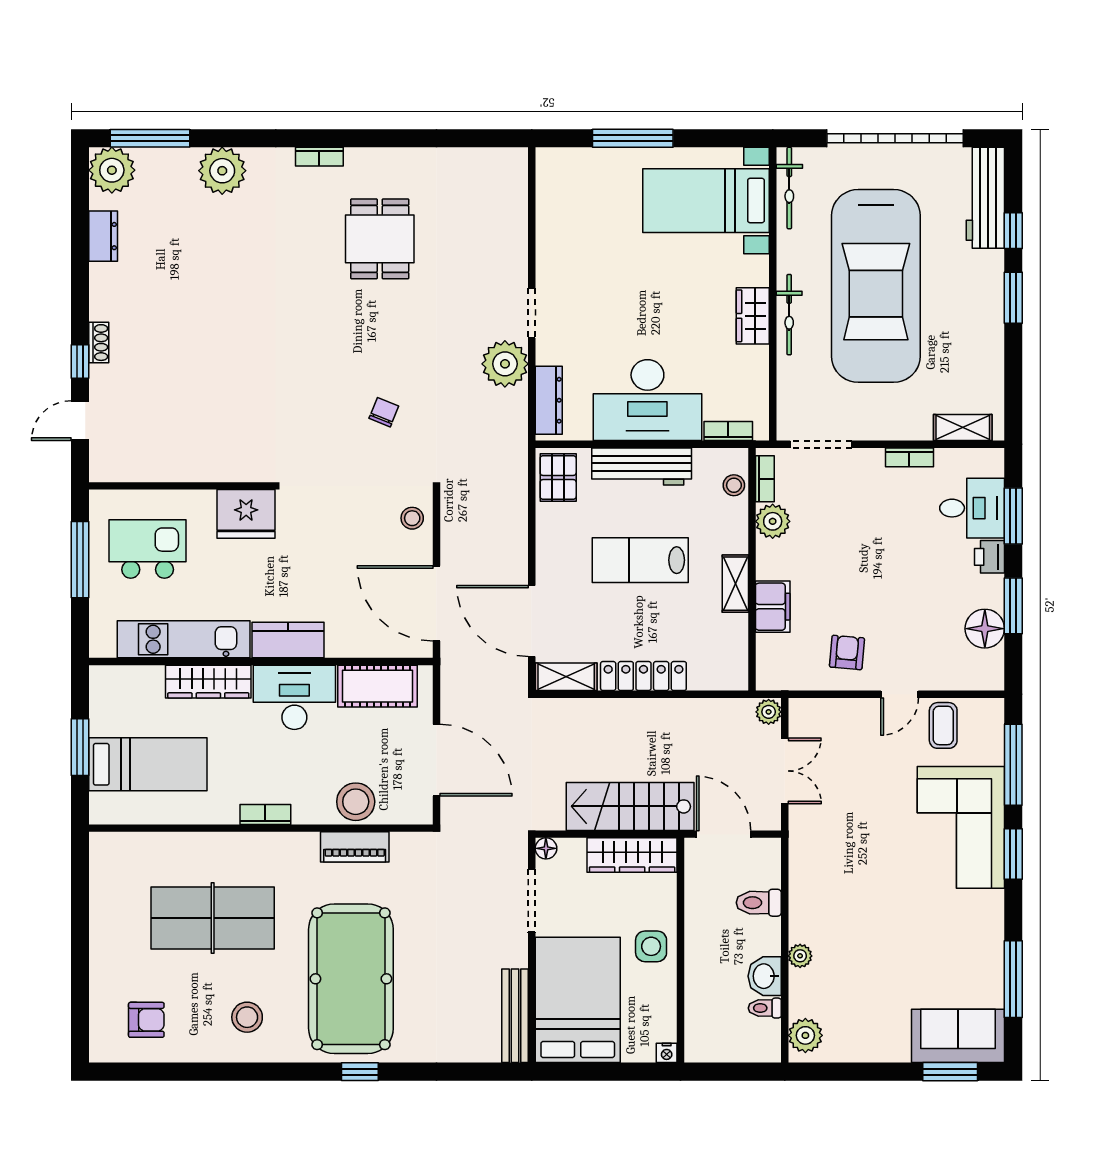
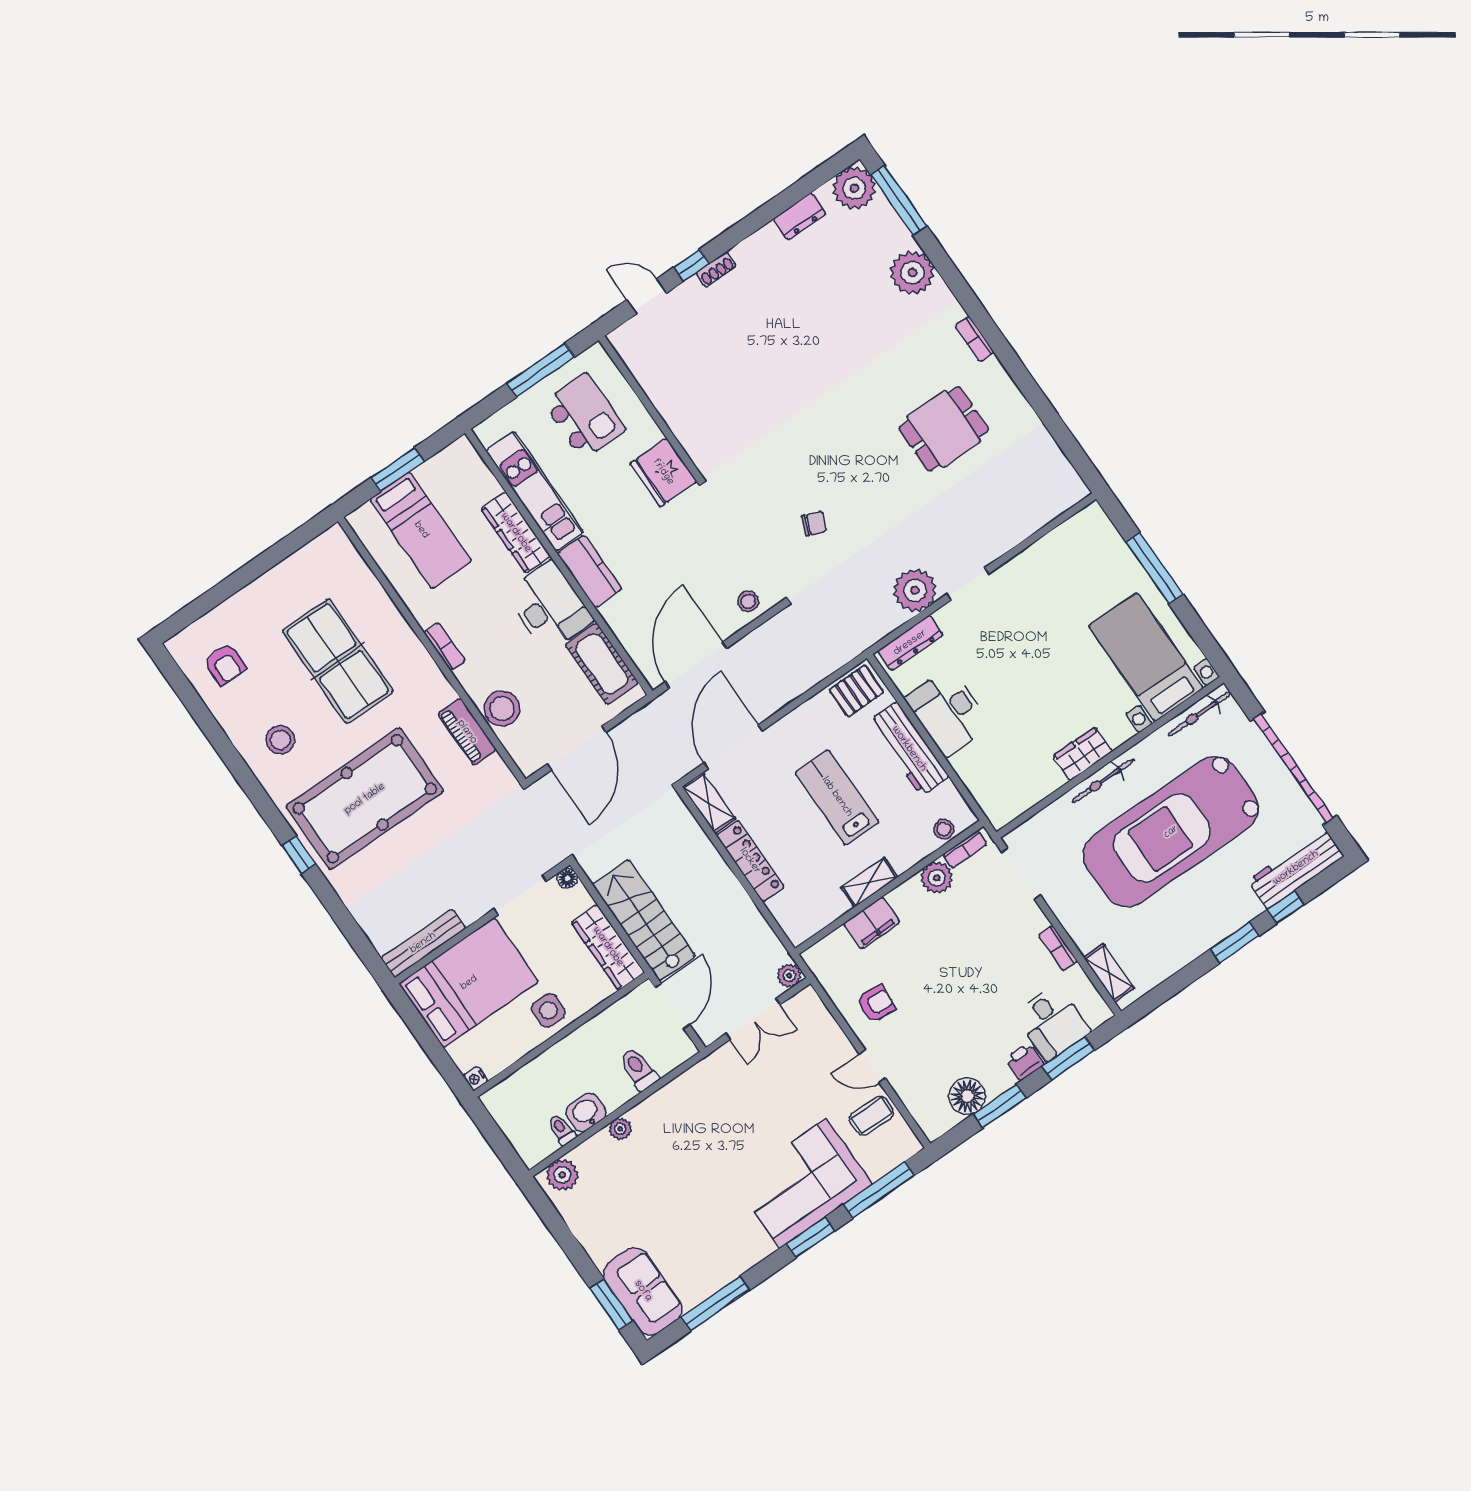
desk: (647, 400) -> (948, 712), width x0.73, depth x0.77
bookcase: (728, 431) -> (982, 796), removed

